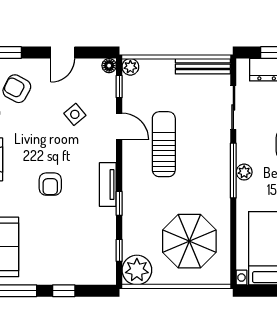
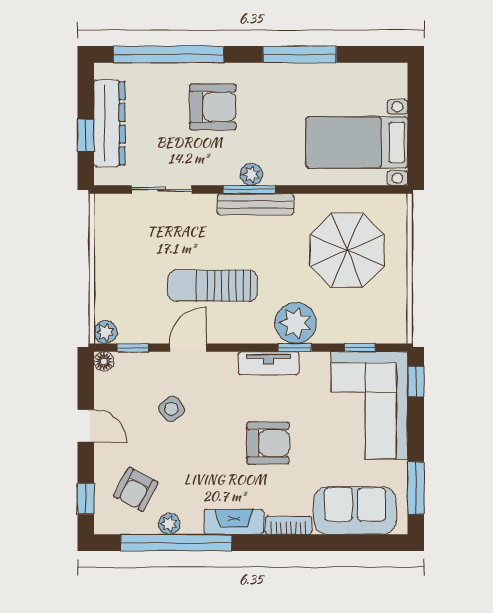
bench: (203, 66) -> (256, 204), moved, turned 90
window: (233, 171) -> (249, 189), width x0.69
armchair: (50, 184) -> (268, 443), width x1.38, depth x1.38
corner sofa: (77, 257) -> (369, 405), added
plant: (137, 270) -> (296, 323), moved
window: (64, 291) -> (416, 382), moved

